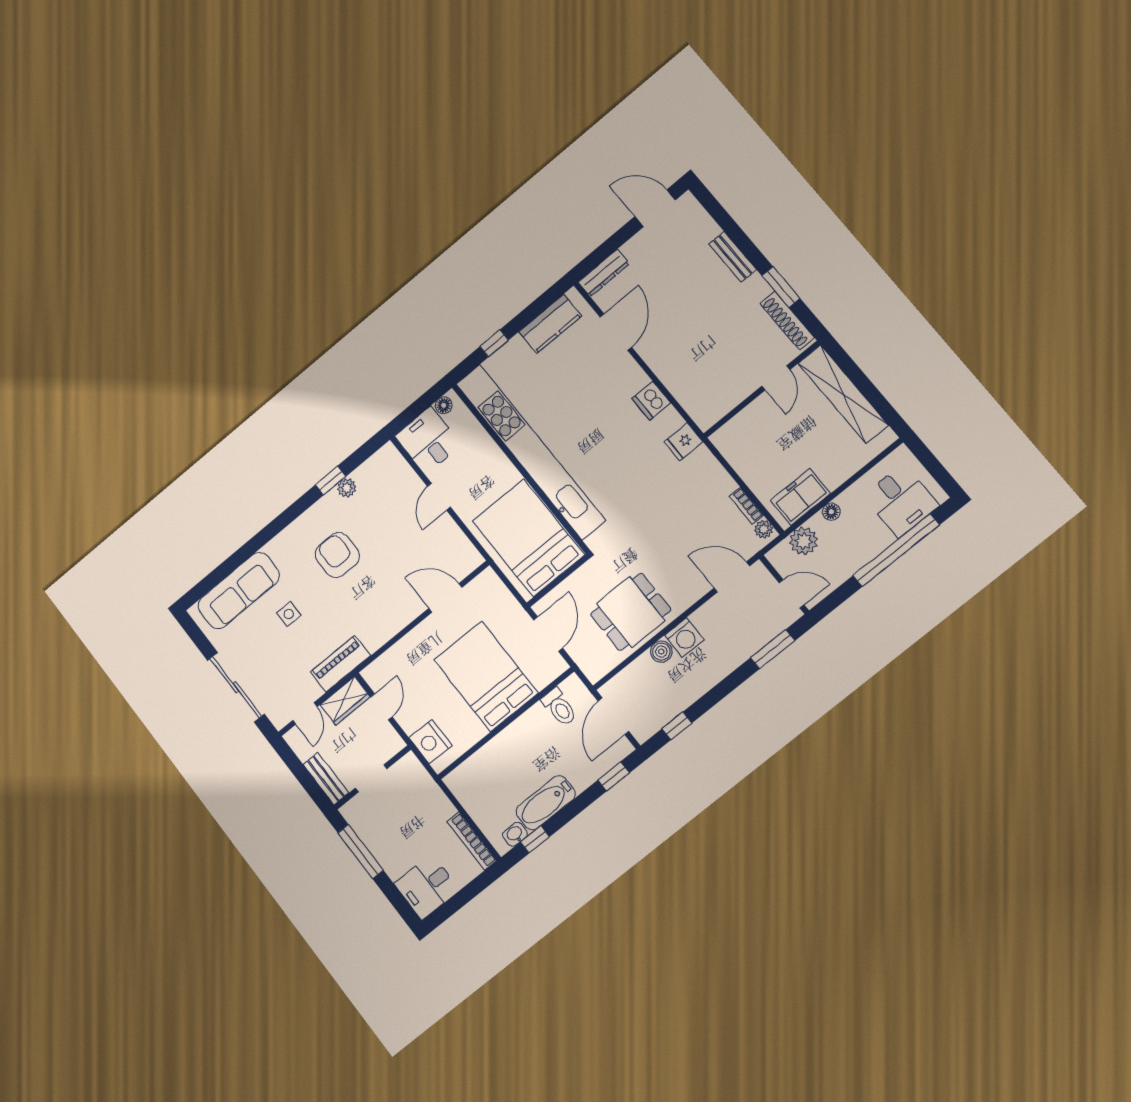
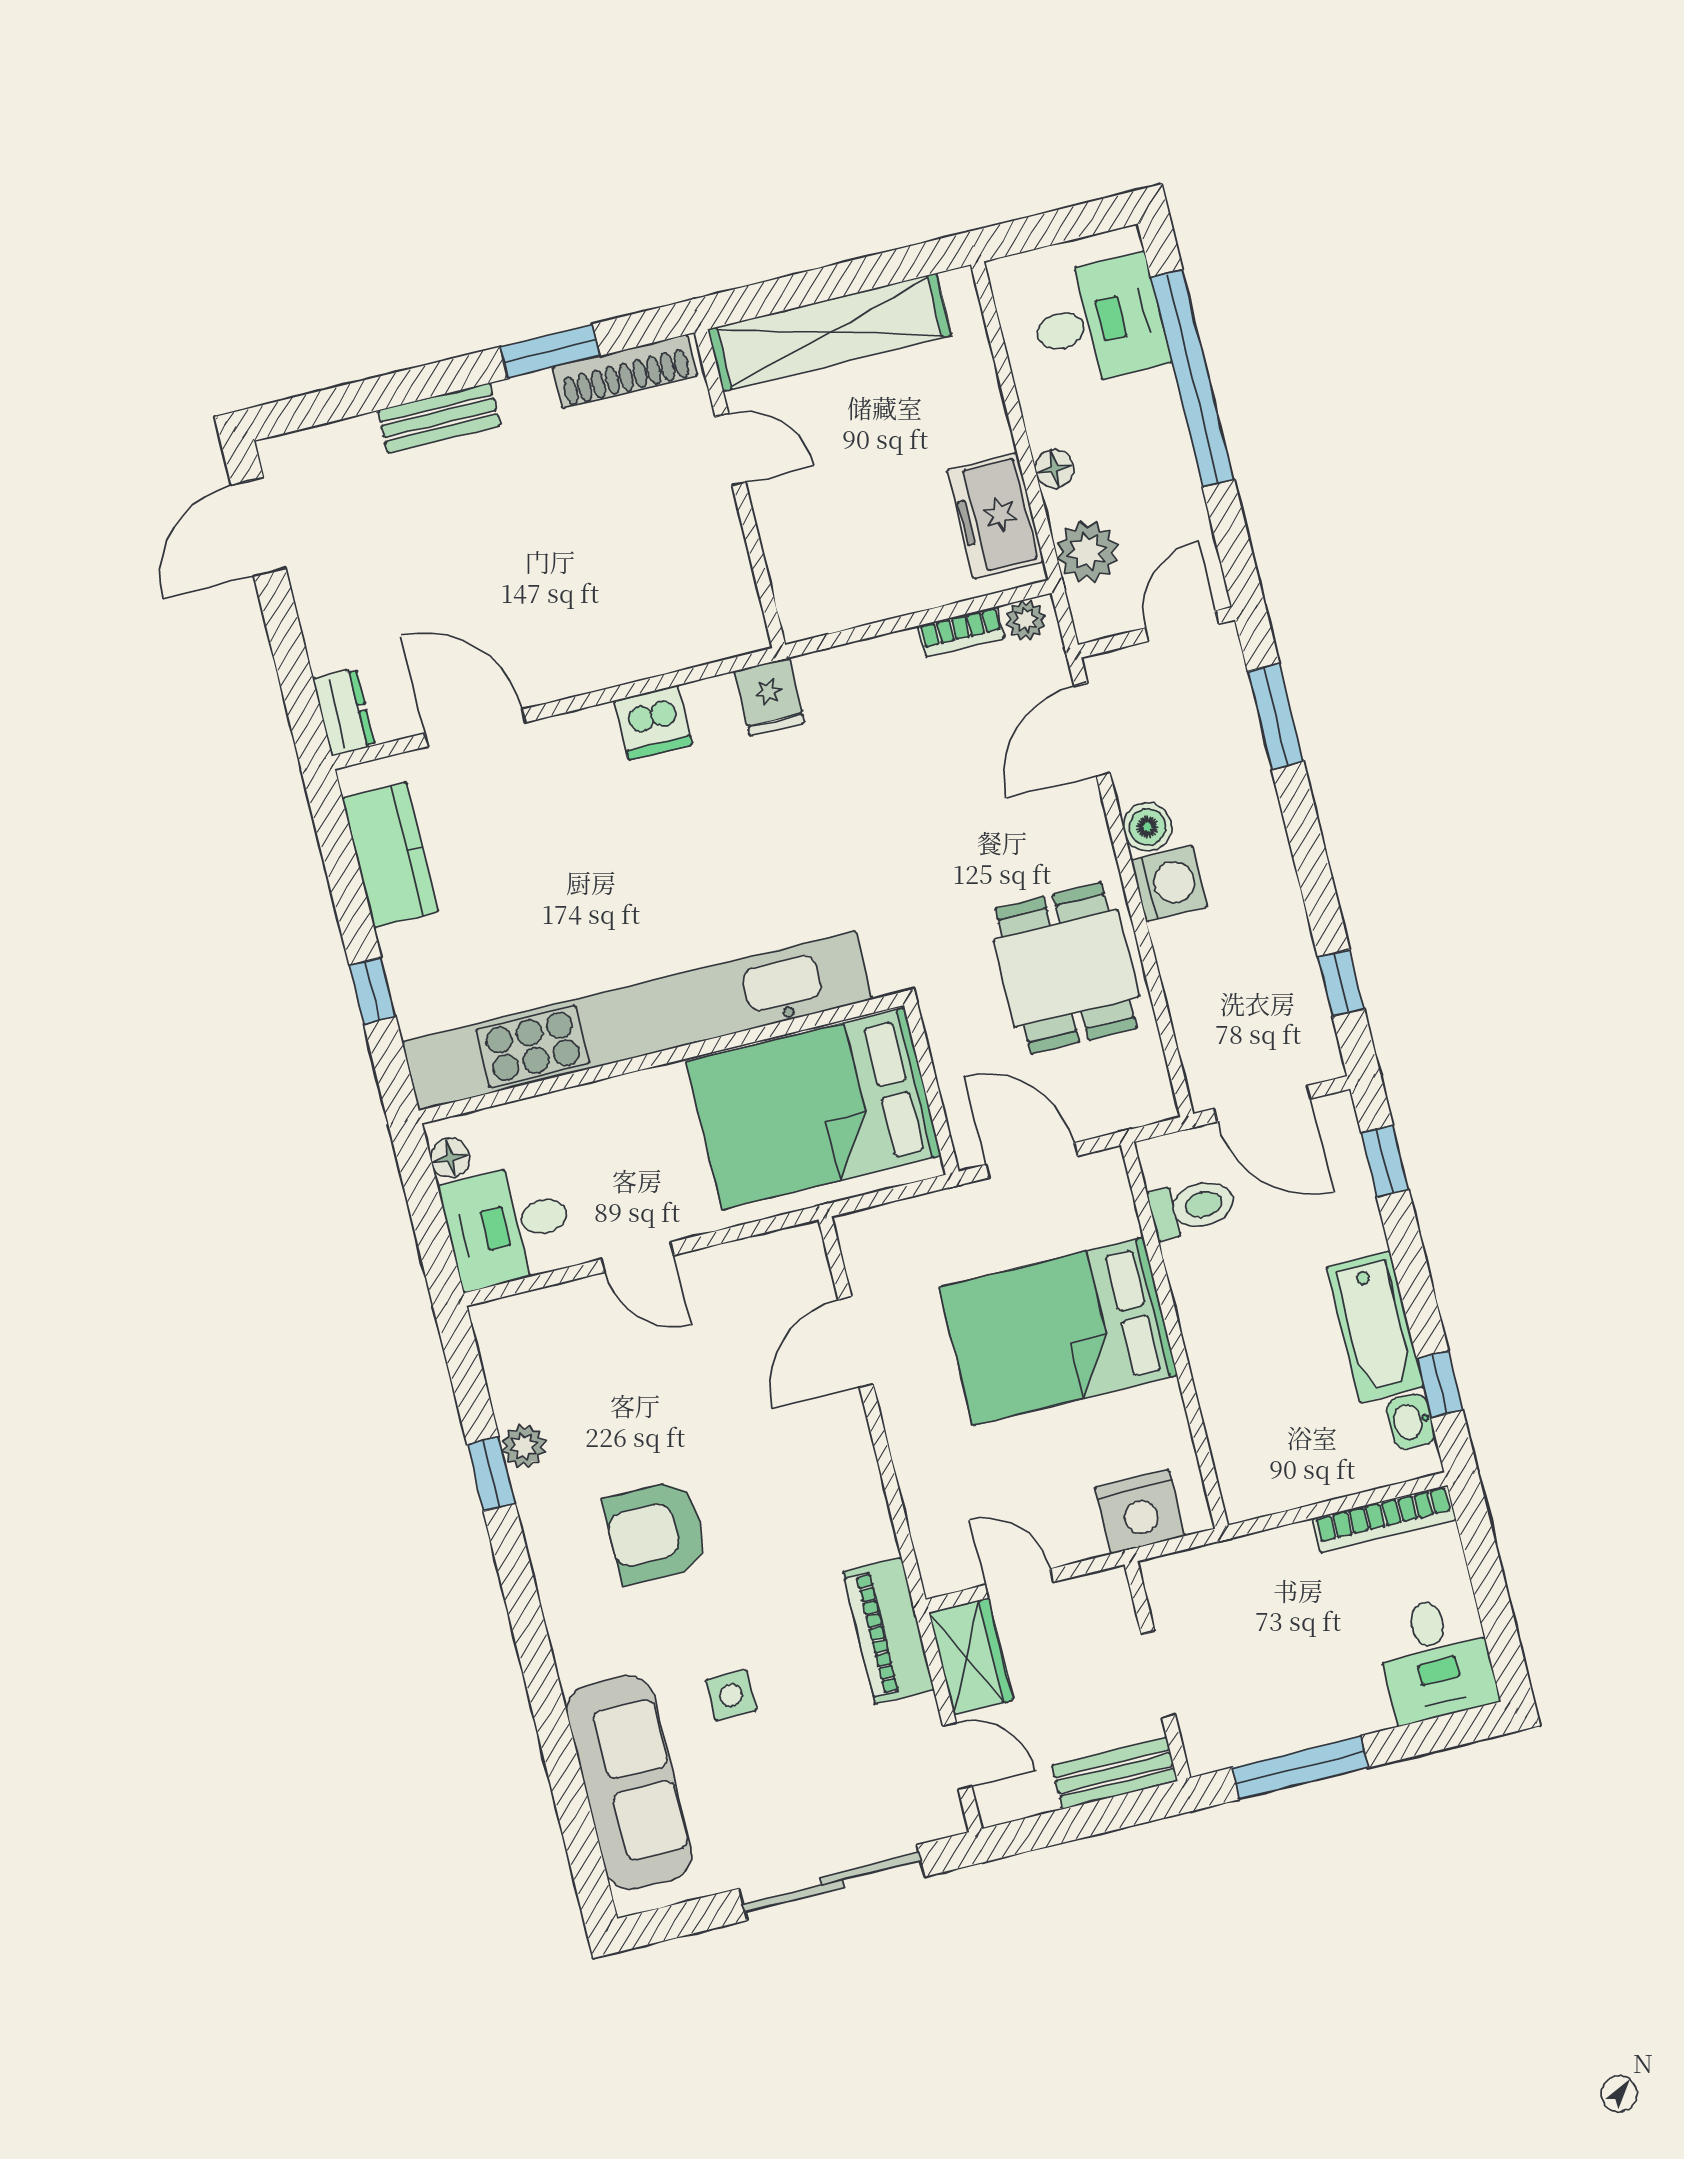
dresser: (604, 273) -> (344, 712), width x0.70
boiler: (661, 652) -> (1147, 827), moved

